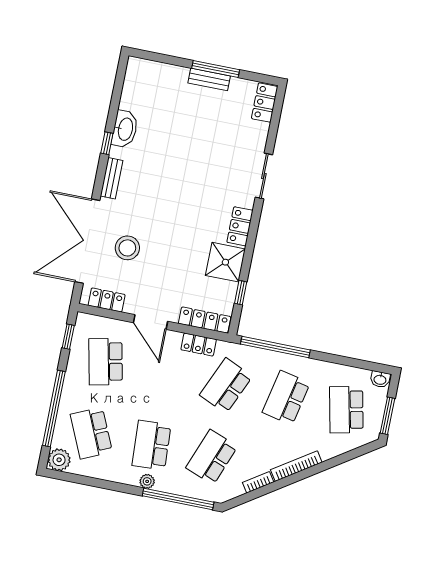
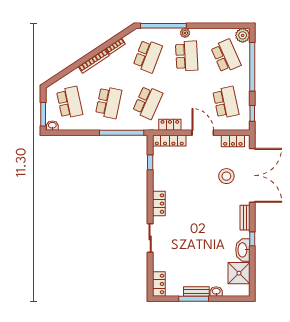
washbasin: (179, 73) -> (216, 291), added
shower: (225, 262) -> (239, 273), moved
window: (388, 416) -> (43, 114), moved

